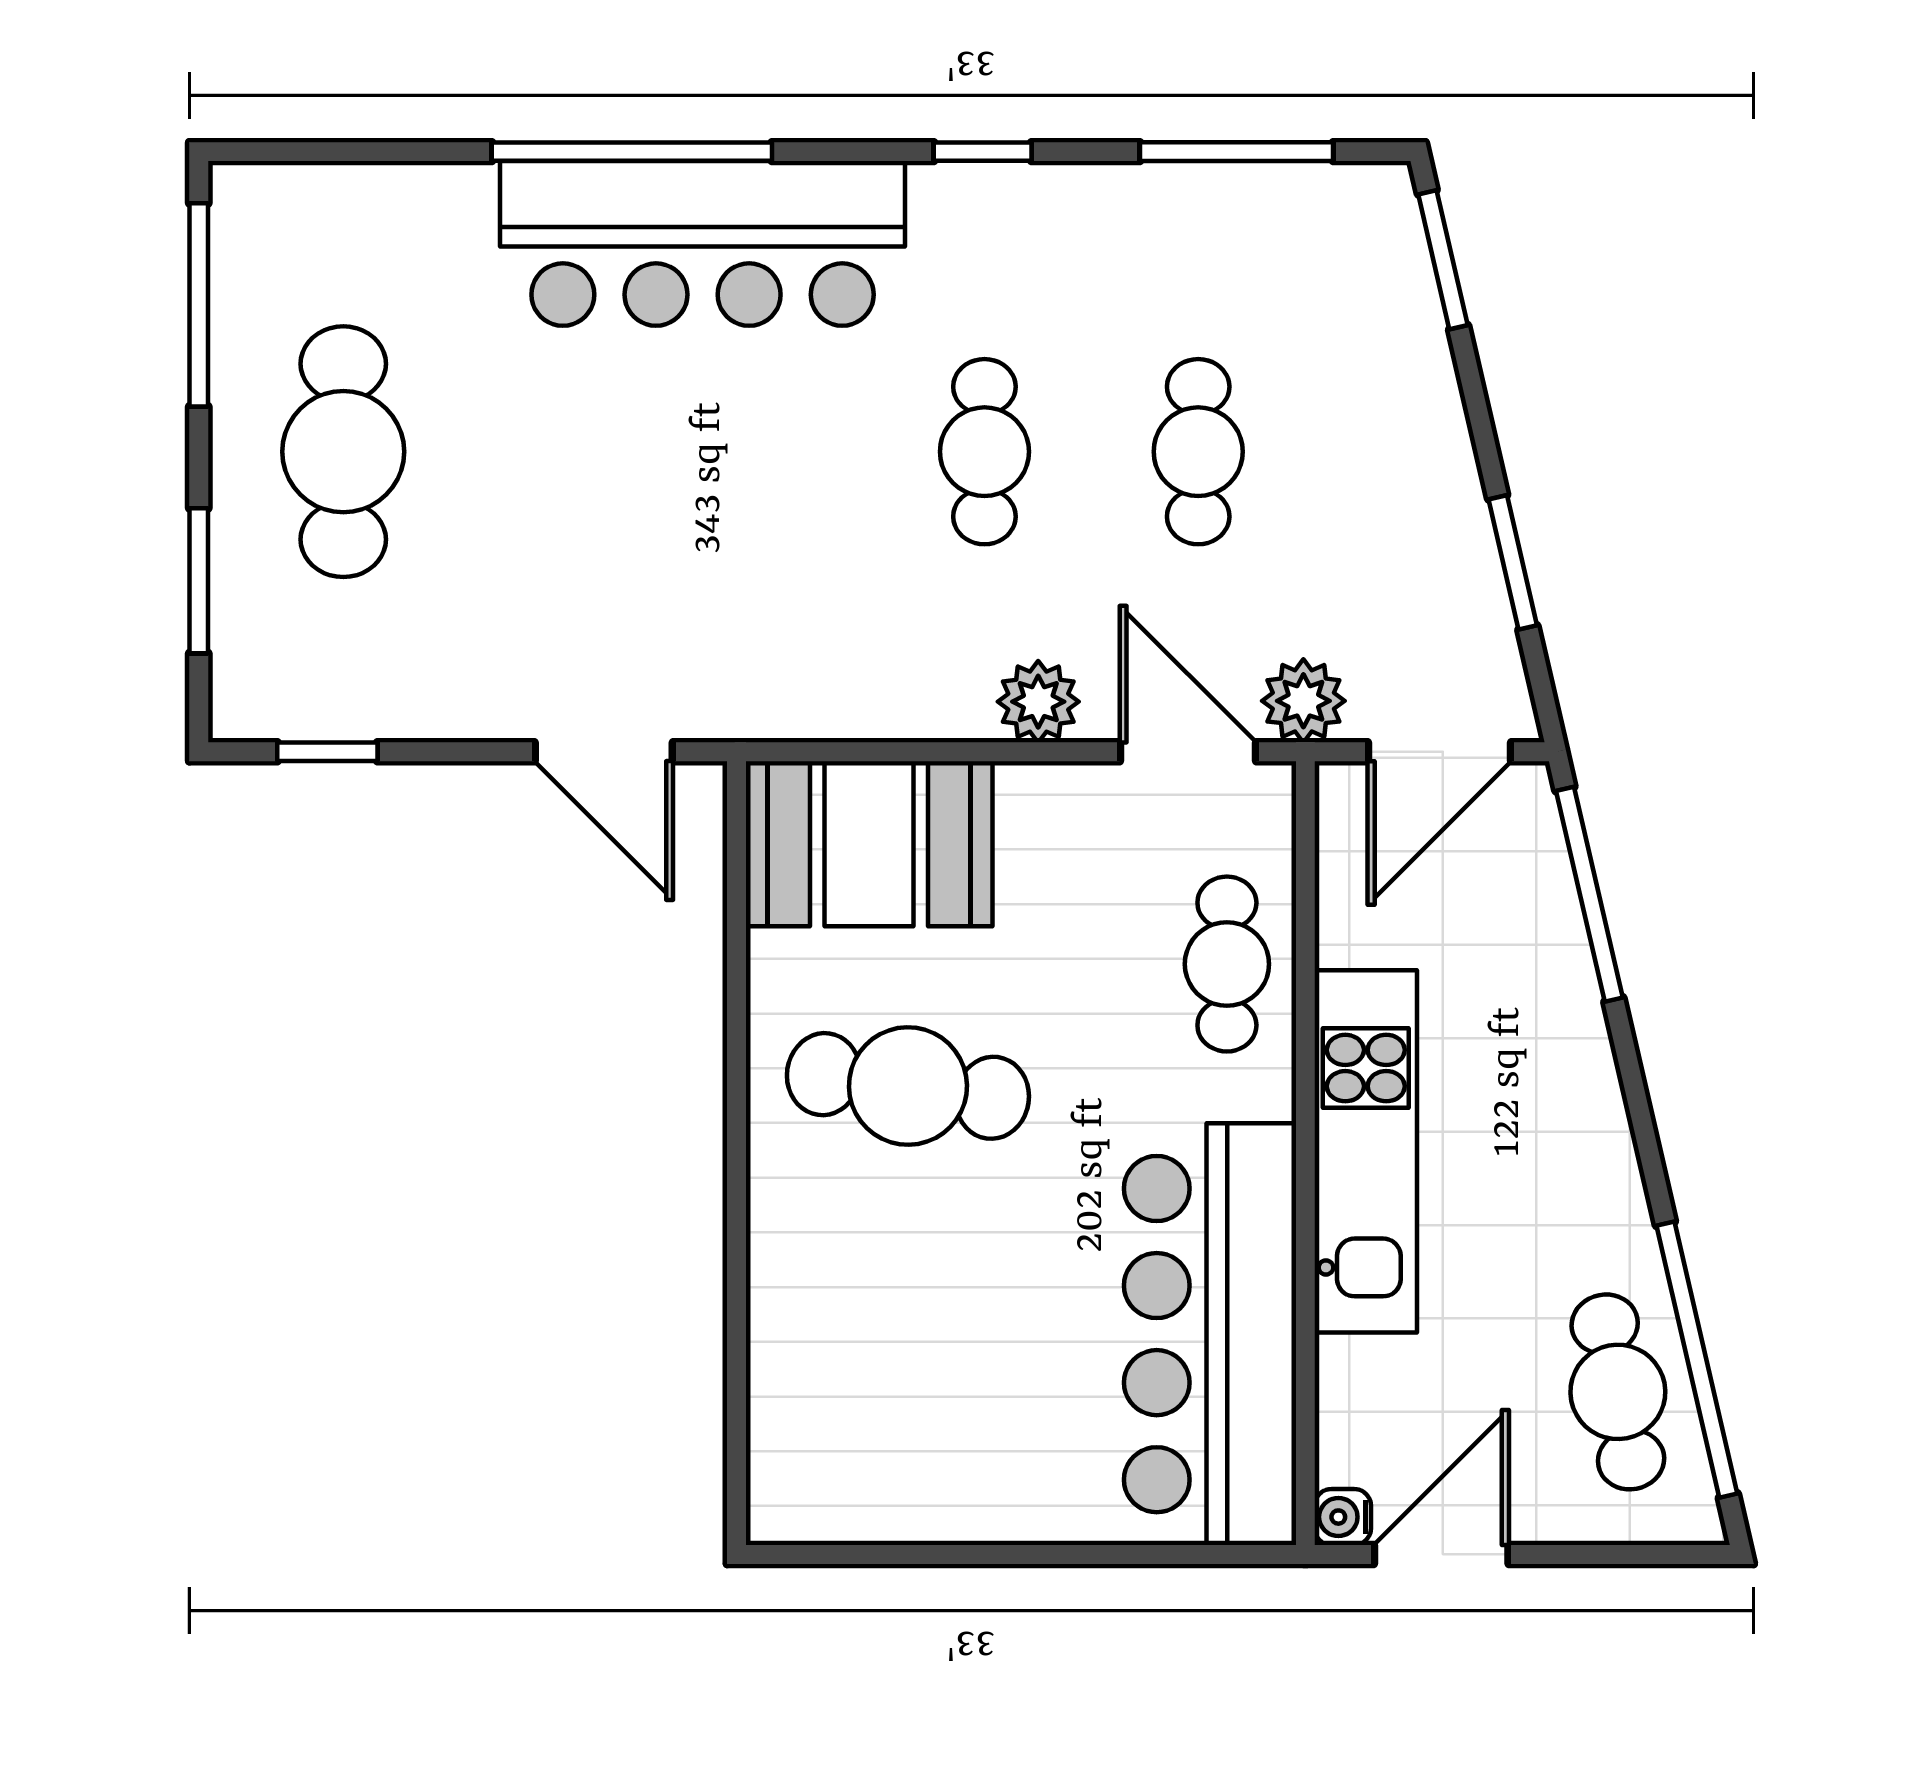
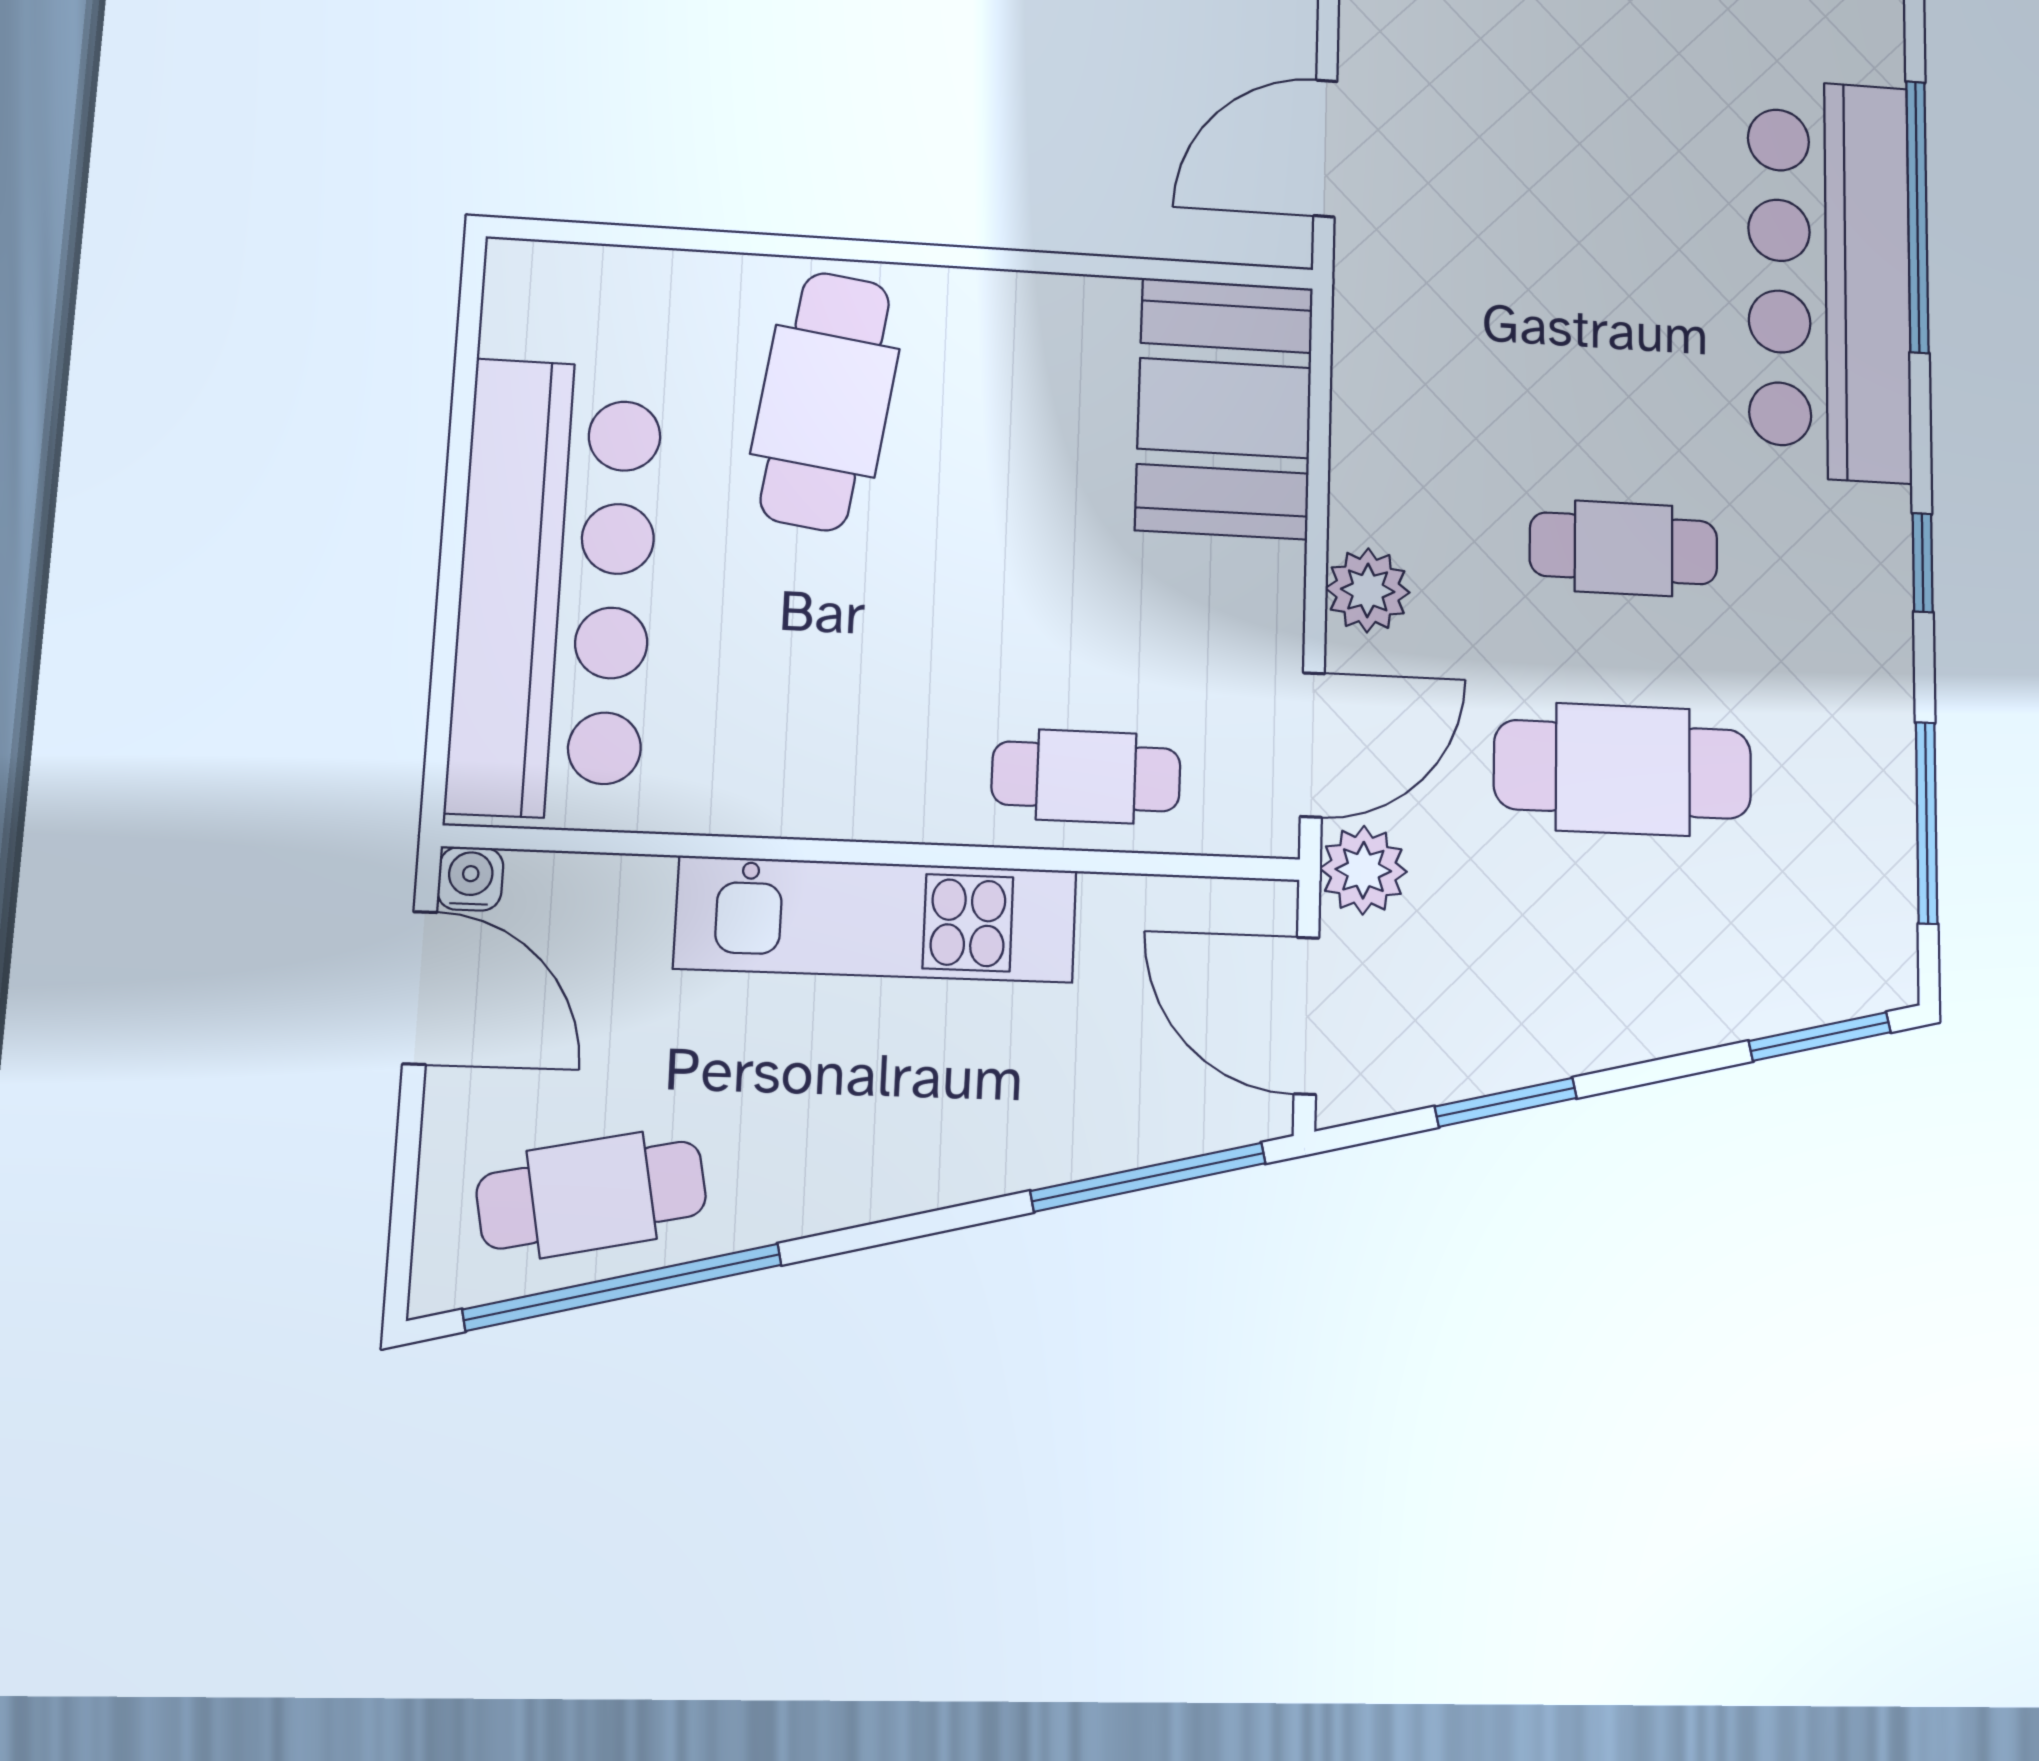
cafe table: (1198, 452) -> (1623, 769), width x1.37, depth x1.35
cafe table: (908, 1086) -> (825, 401), moved
bar counter: (1210, 1334) -> (556, 588), moved, turned 90

